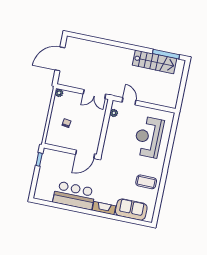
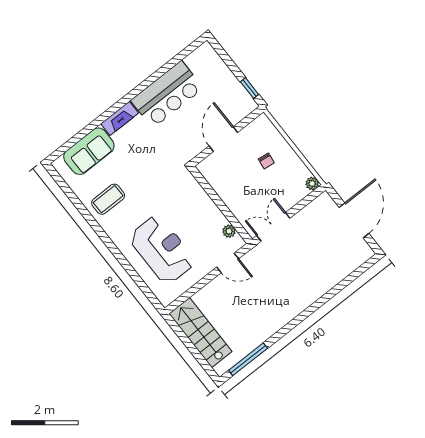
stairs: (155, 62) -> (200, 333), moved, turned 90
door: (85, 154) -> (223, 139), moved

